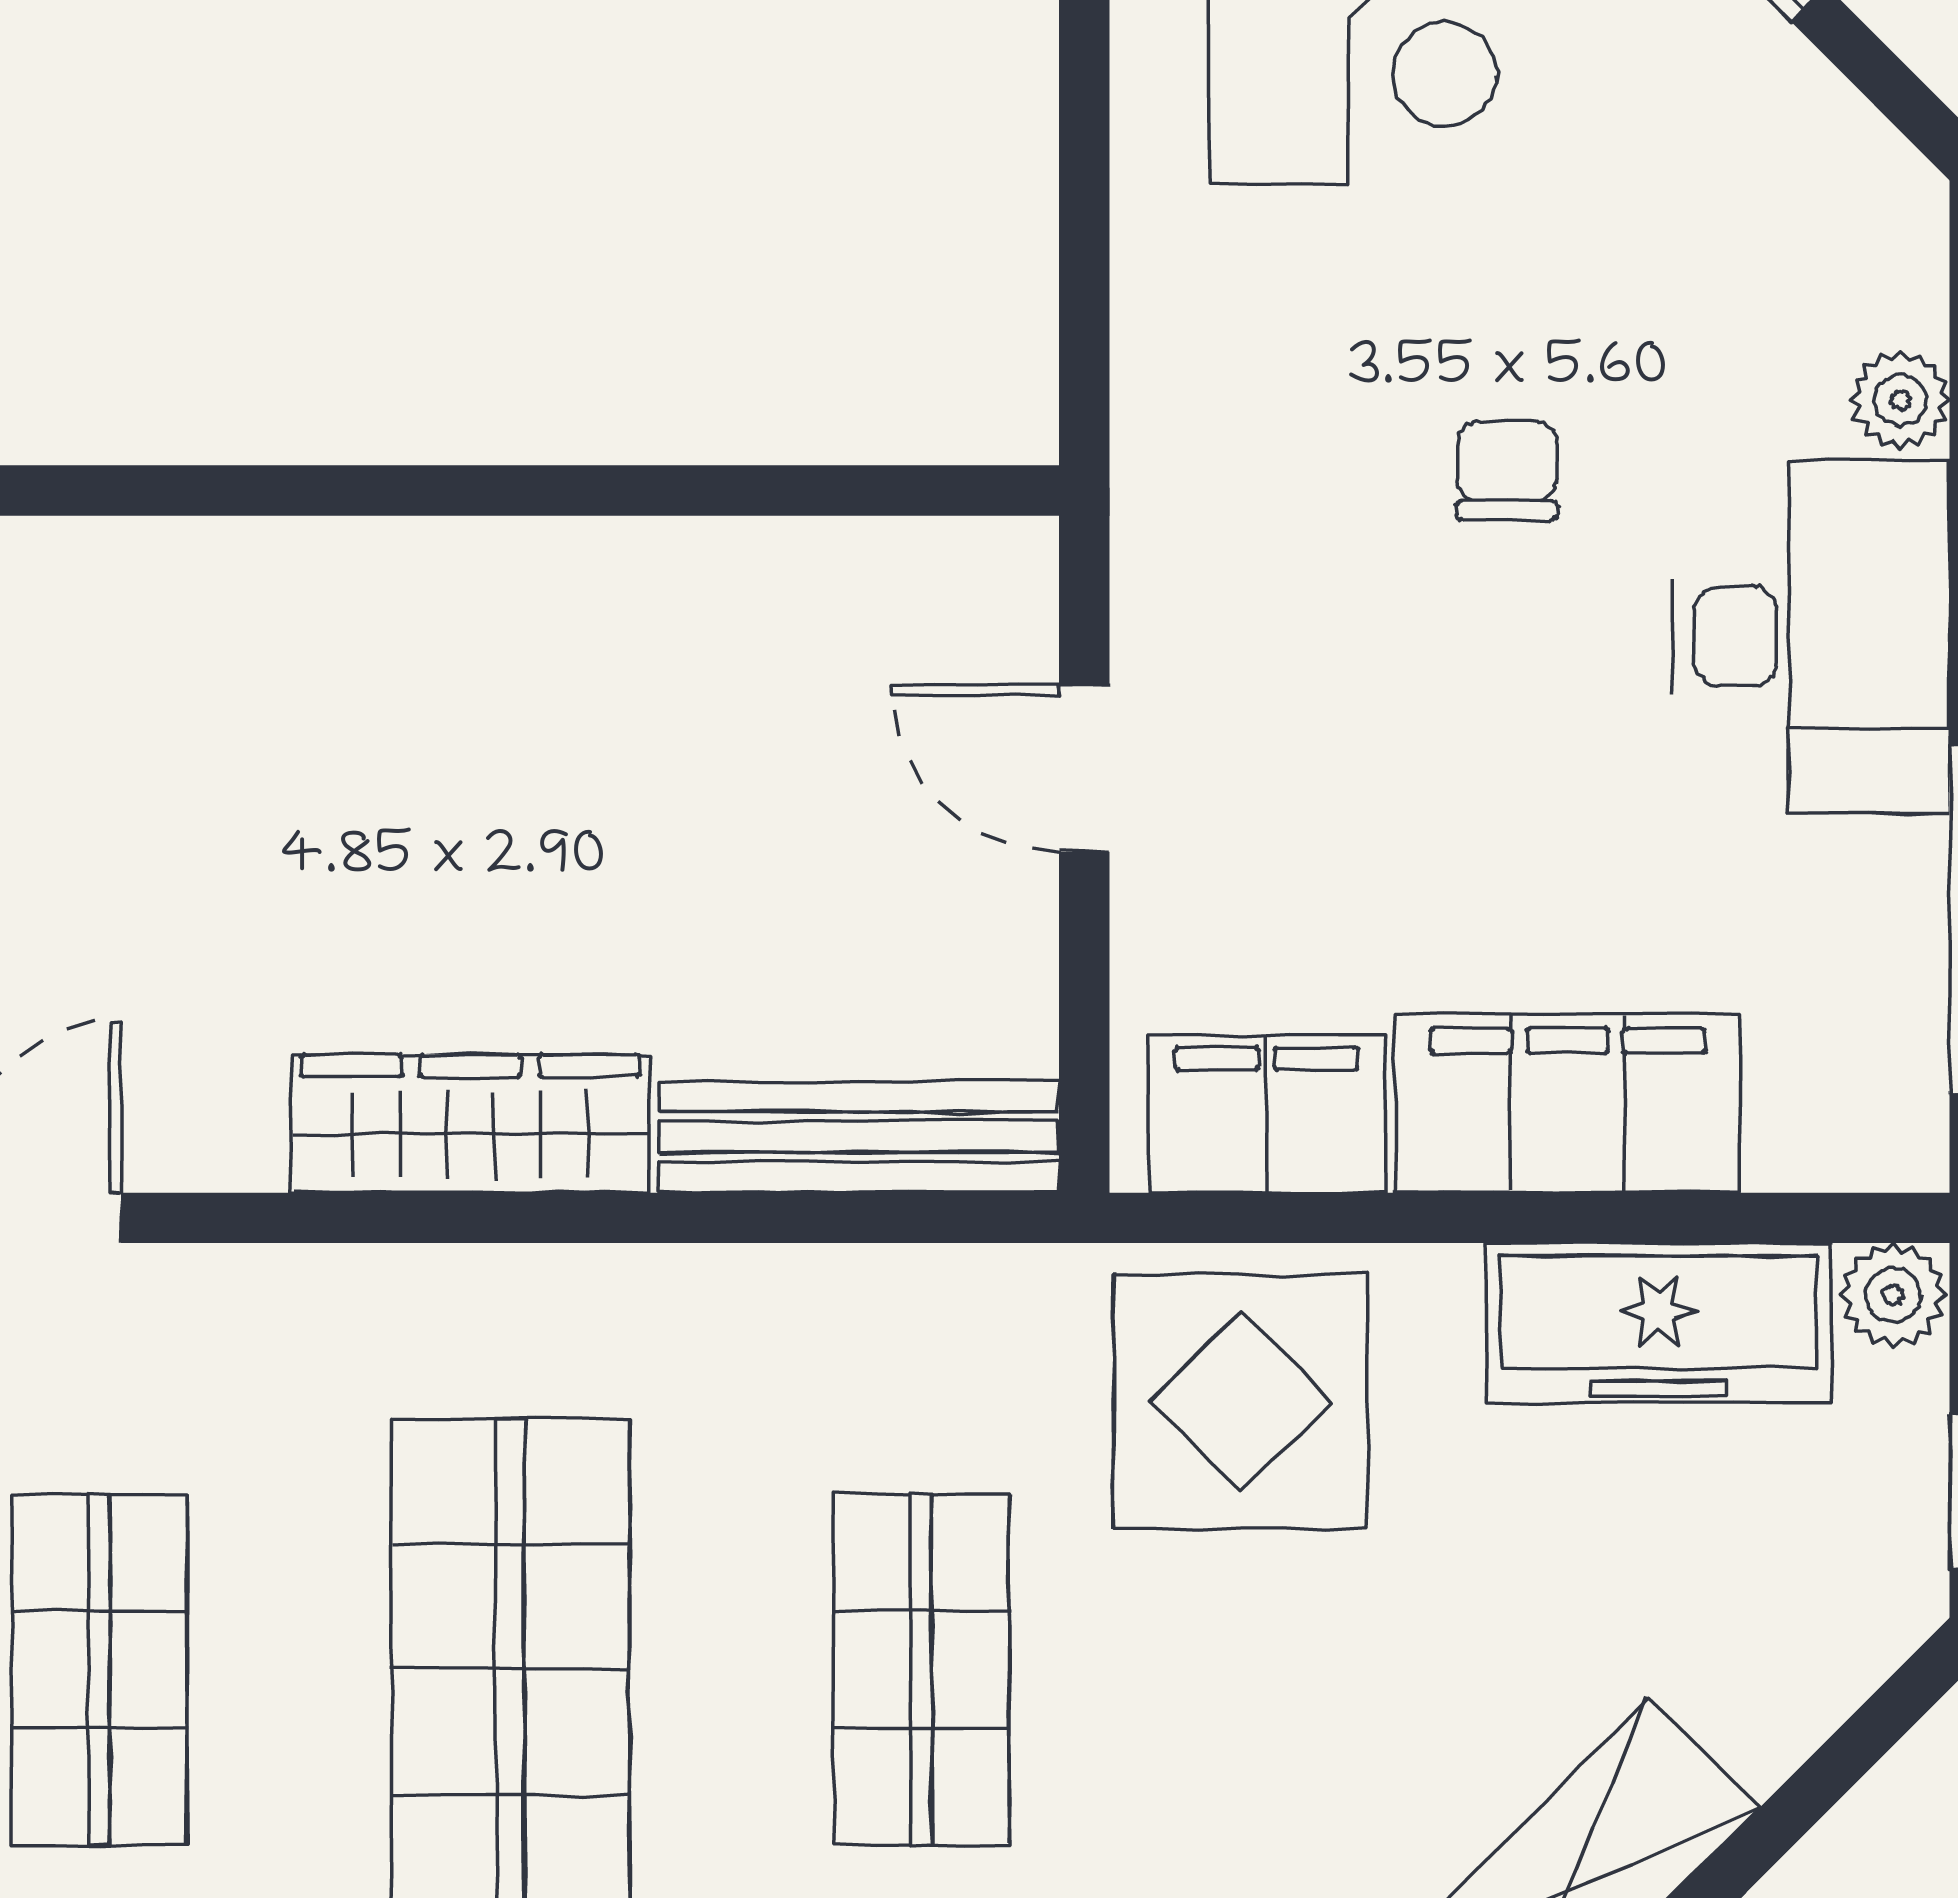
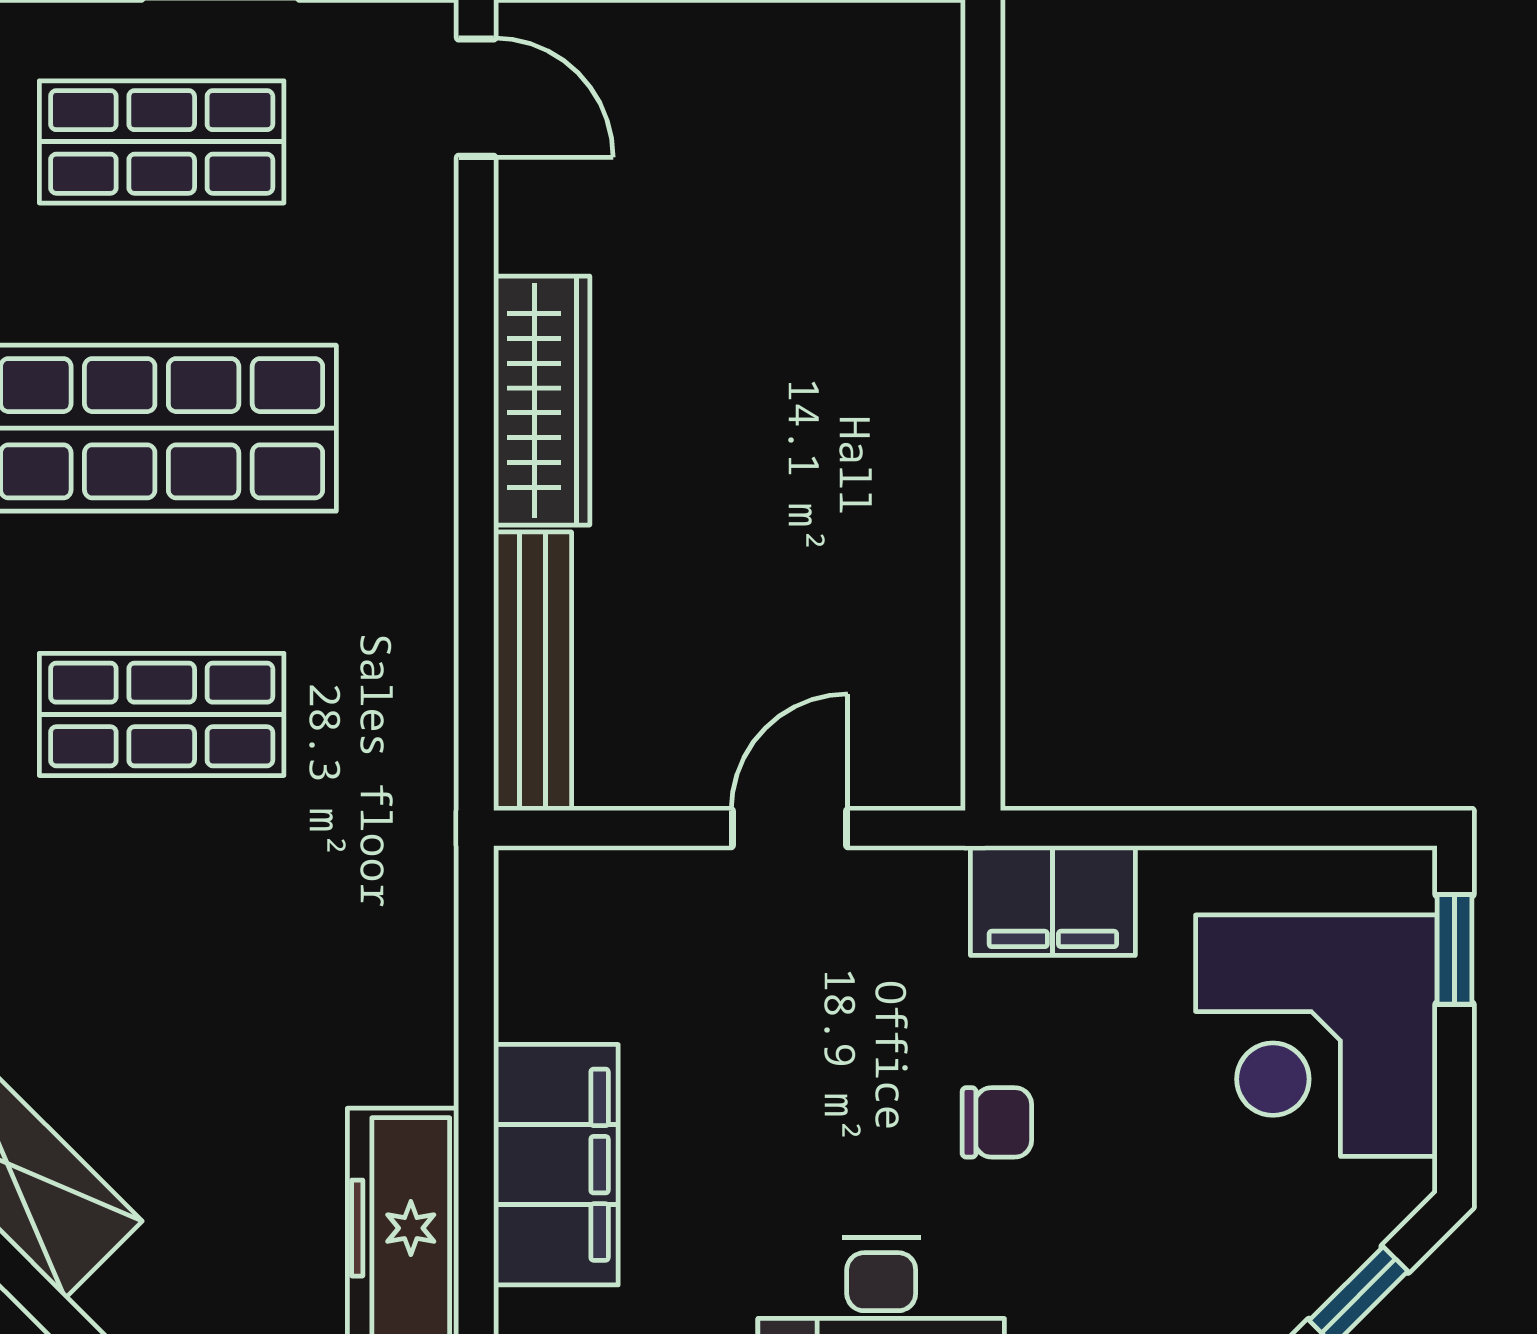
filing cabinet: (1267, 1114) -> (1053, 900), moved, turned 90
display table: (1241, 1401) -> (348, 937), removed

